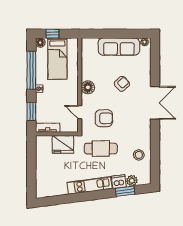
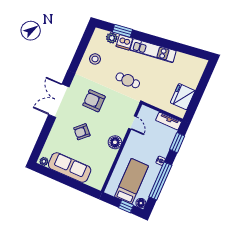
armchair: (104, 118) -> (94, 101), moved
fridge: (63, 144) -> (183, 97), moved, turned -90
cafe table: (101, 149) -> (128, 80), width x0.73, depth x0.74

